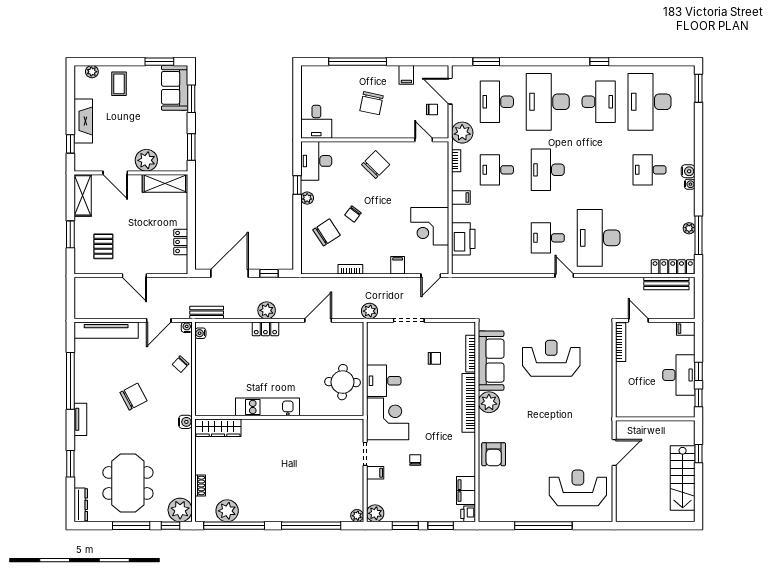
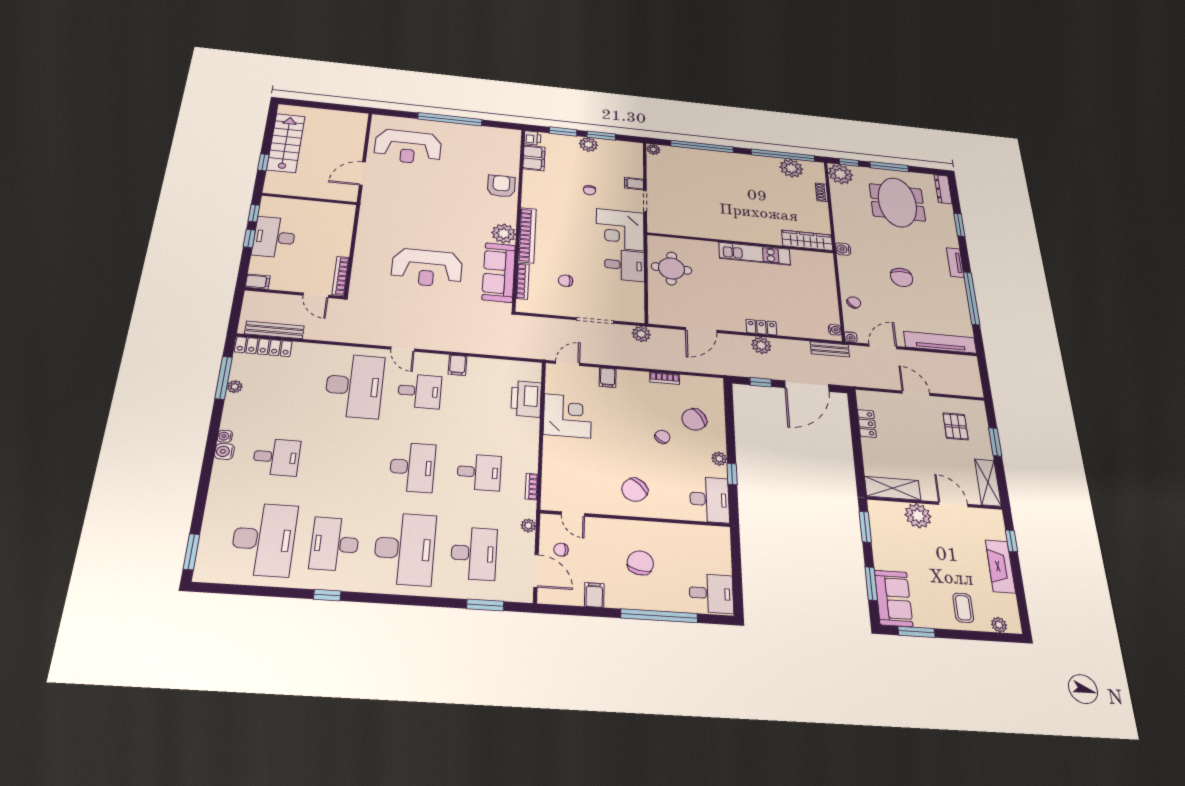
desk: (316, 122) -> (711, 593), moved, turned 90
plant: (462, 133) -> (528, 526), width x0.53, depth x0.53
filing cabinet: (461, 198) -> (457, 365), moved, turned -90
chair: (133, 397) -> (902, 277), turned -65
plant: (375, 513) -> (588, 144), moved

